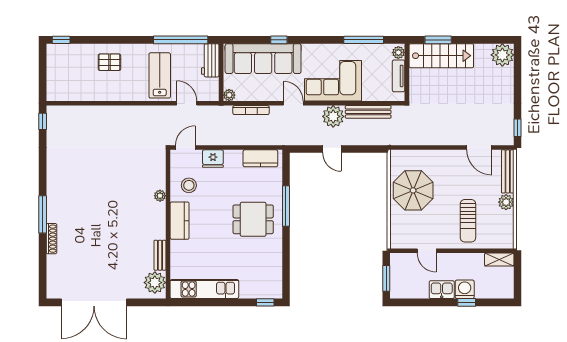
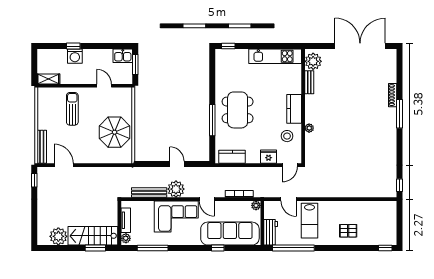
plant: (502, 55) -> (58, 236), moved
plant: (506, 202) -> (43, 123), removed
dining table: (253, 219) -> (238, 110), width x1.38
kitchen sink: (442, 290) -> (123, 56), moved

